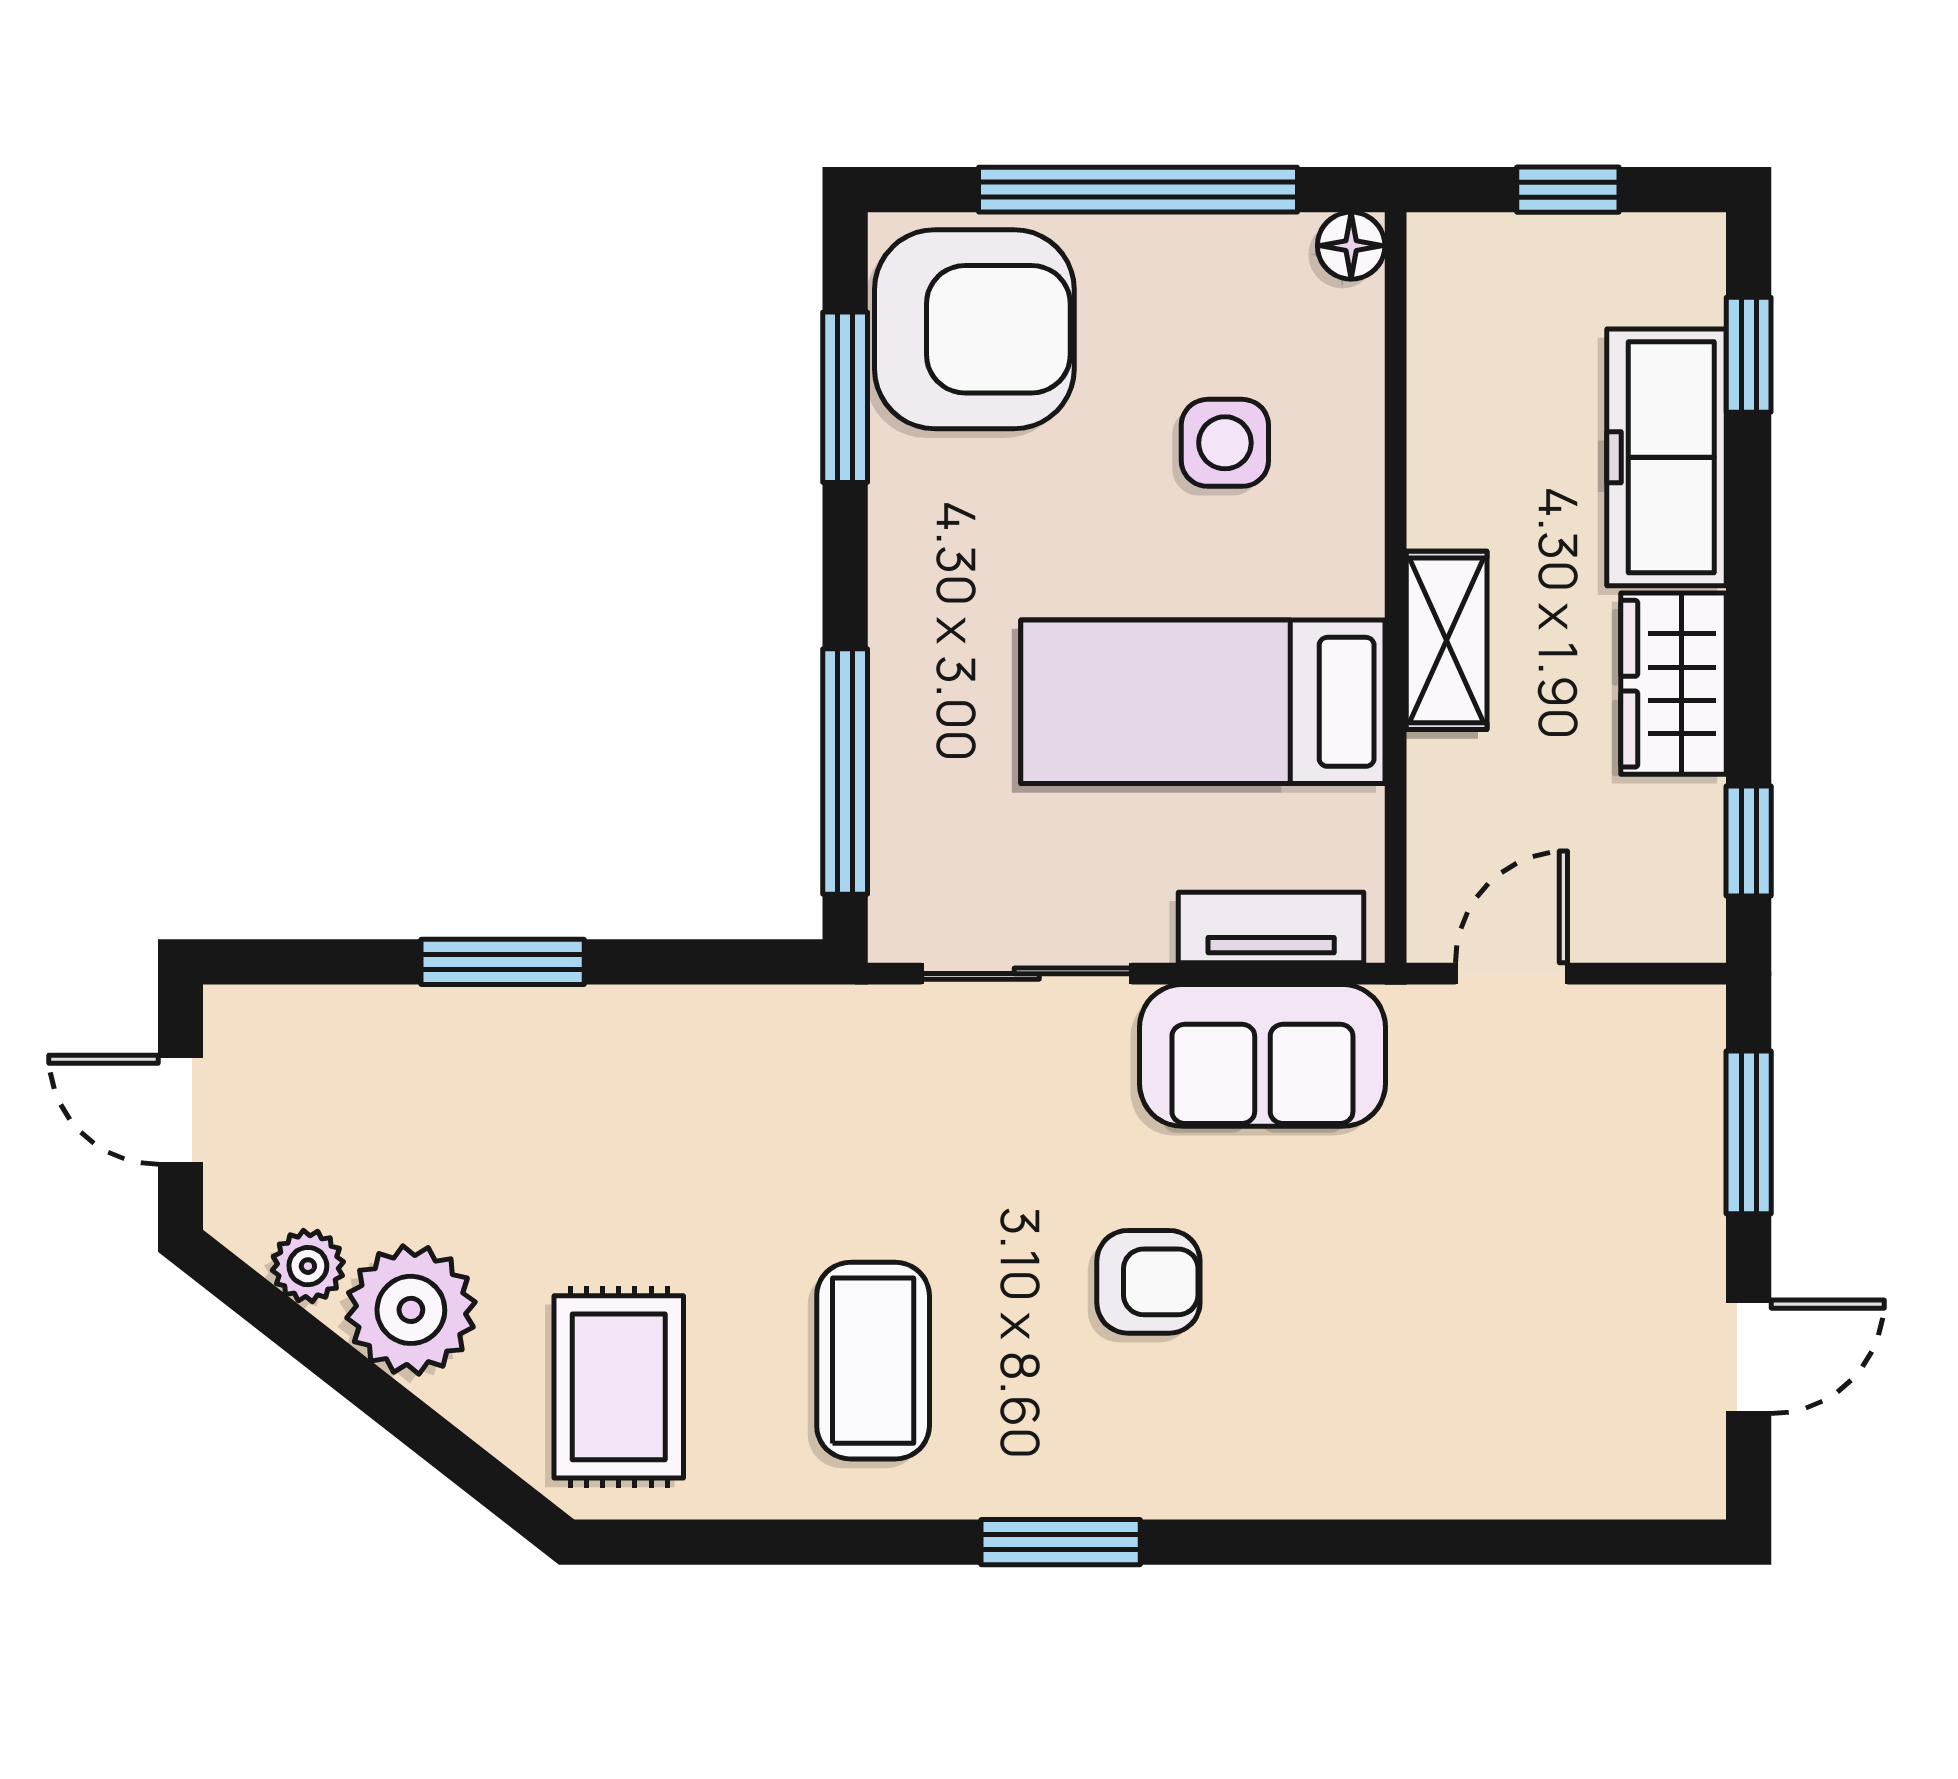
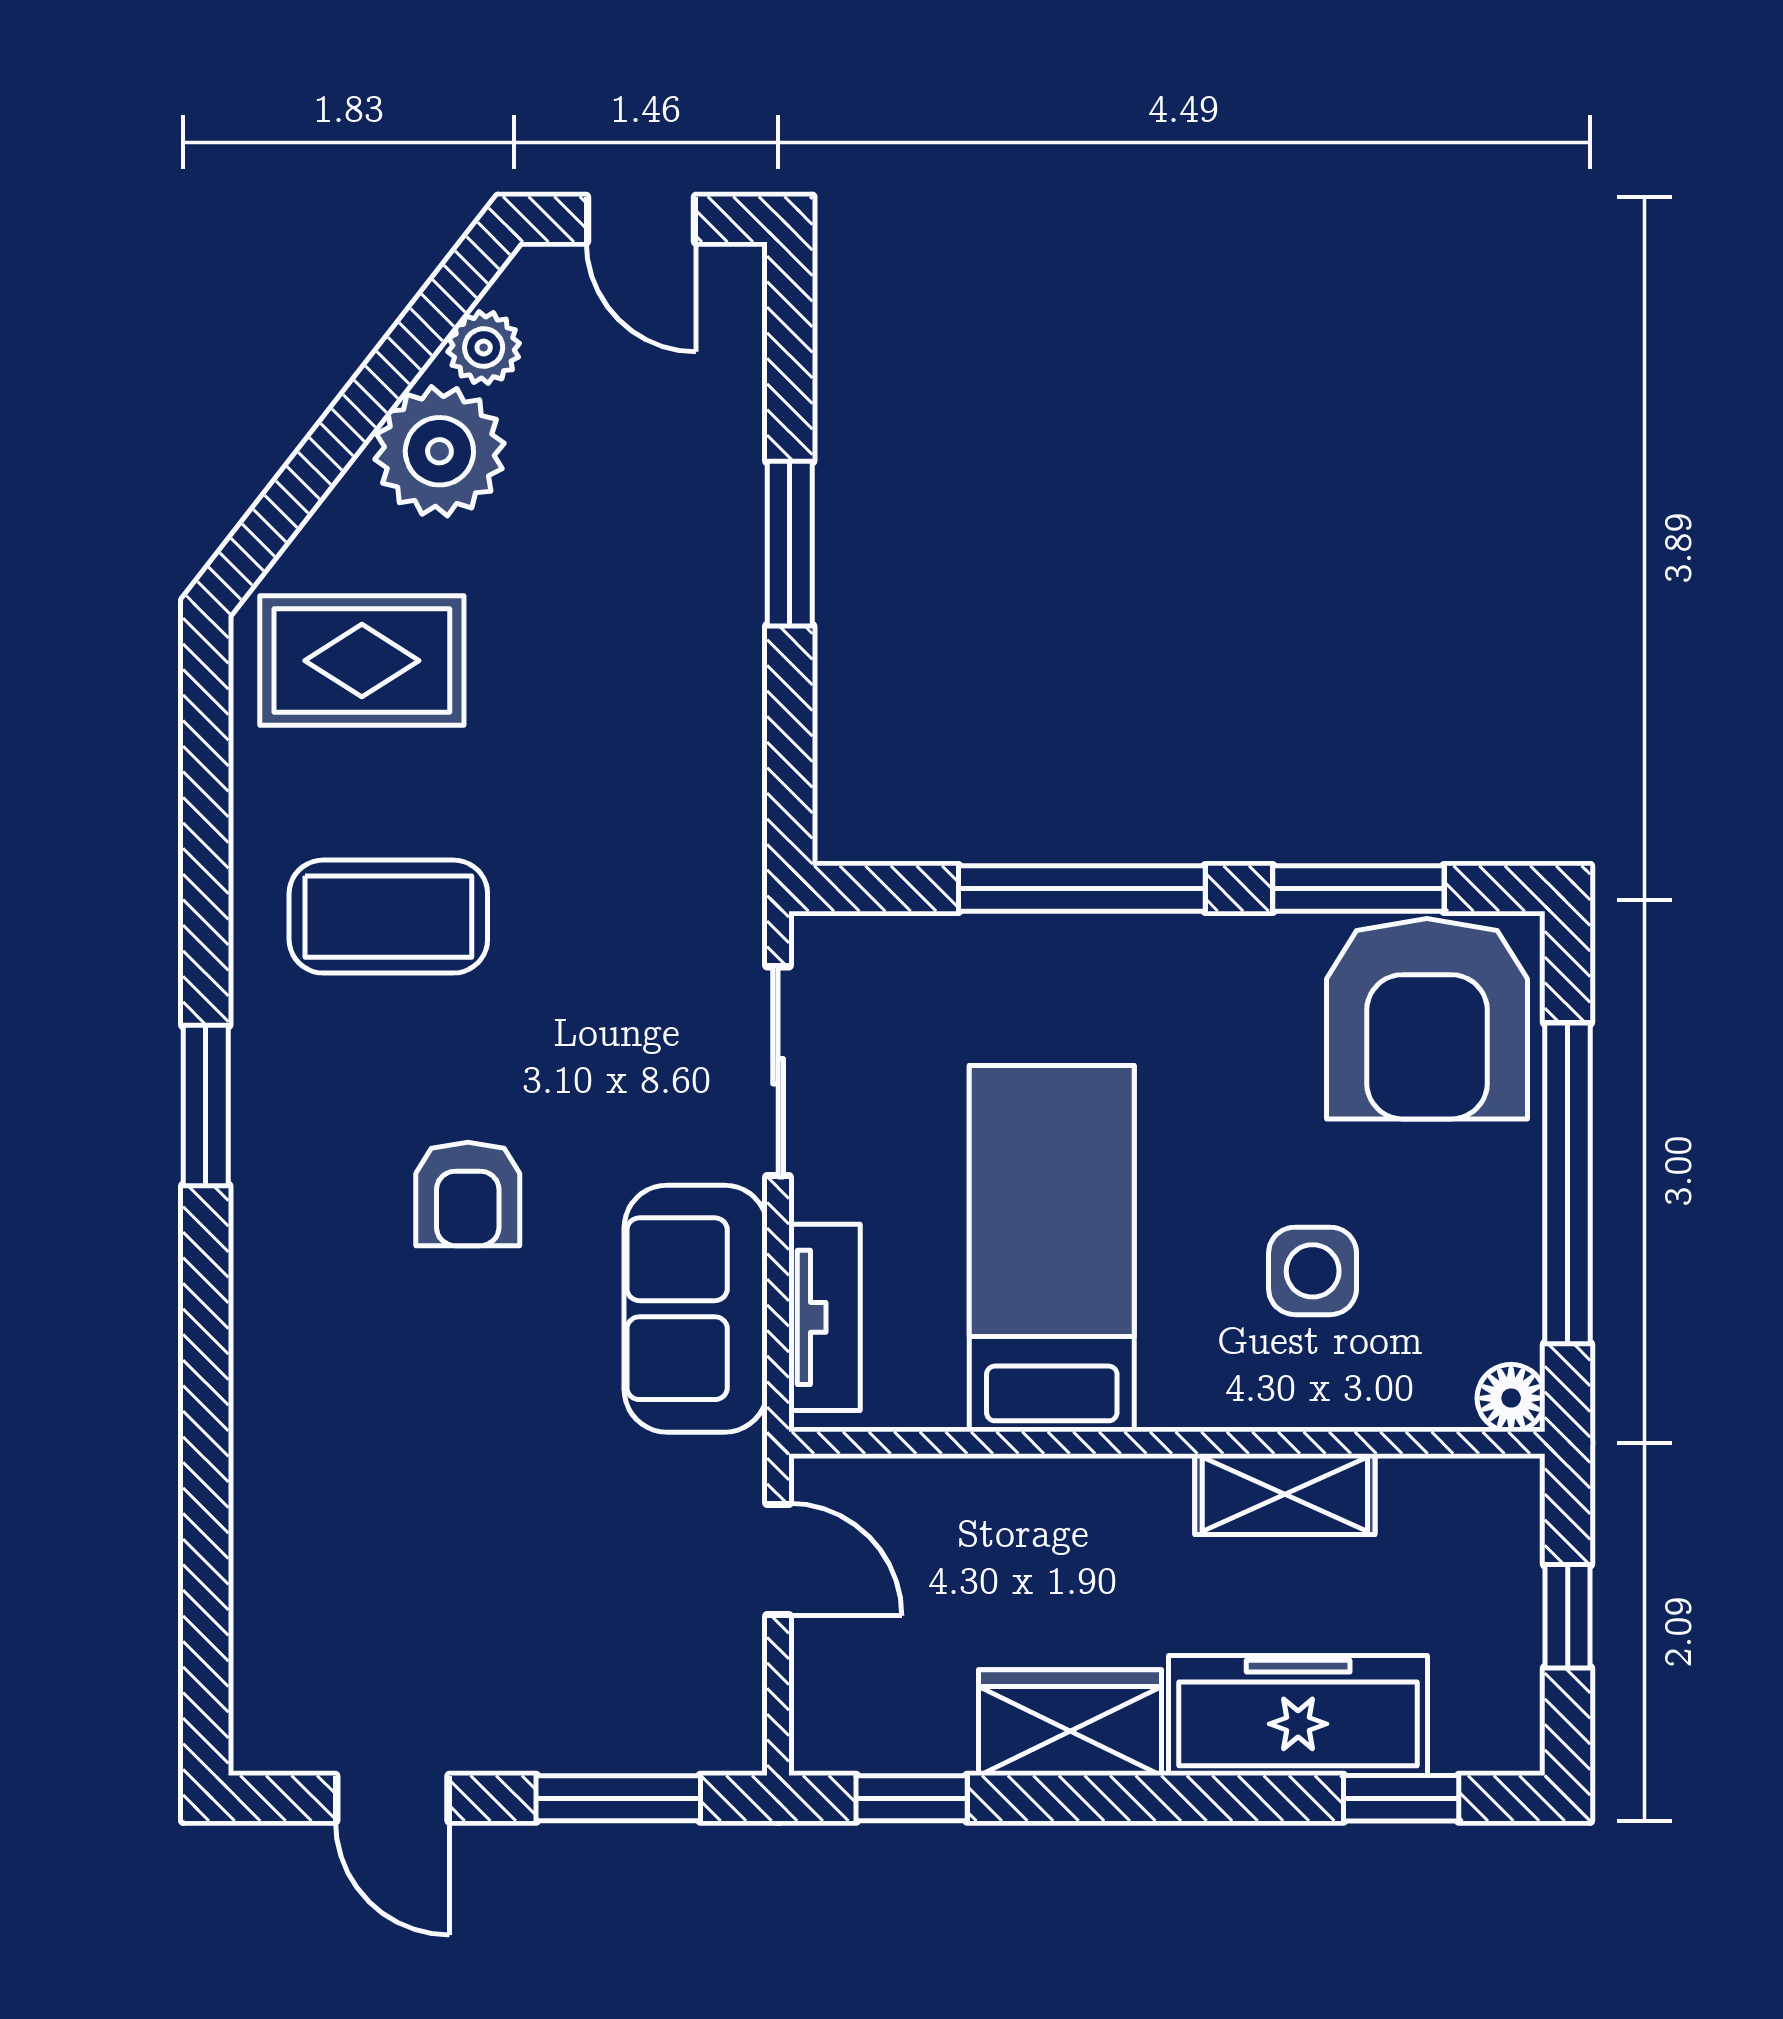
shelving: (1447, 640) -> (1285, 1494), moved
window: (845, 771) -> (1082, 888), moved
door: (180, 1110) -> (641, 219), swing flipped

